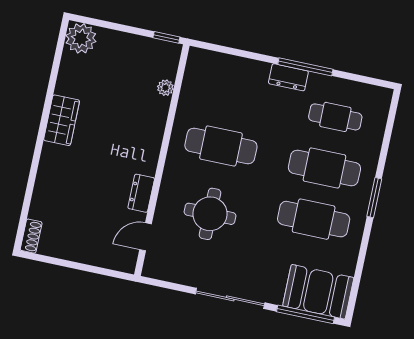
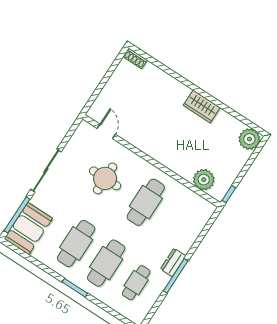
plant: (165, 88) -> (204, 180), width x1.88, depth x1.88
dresser: (141, 193) -> (135, 139), removed

